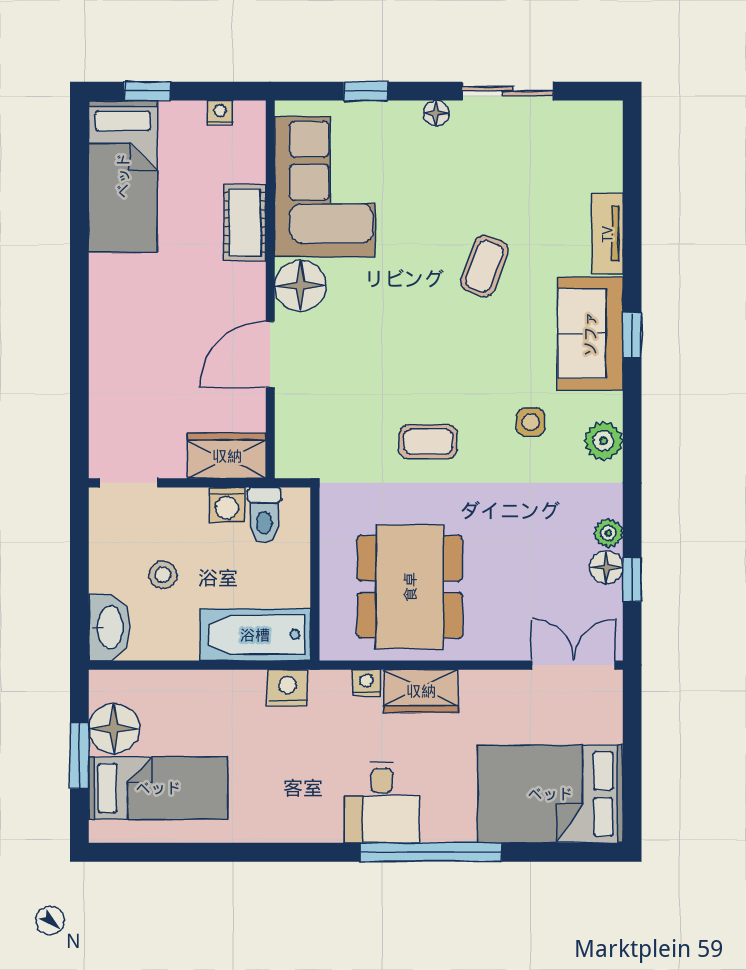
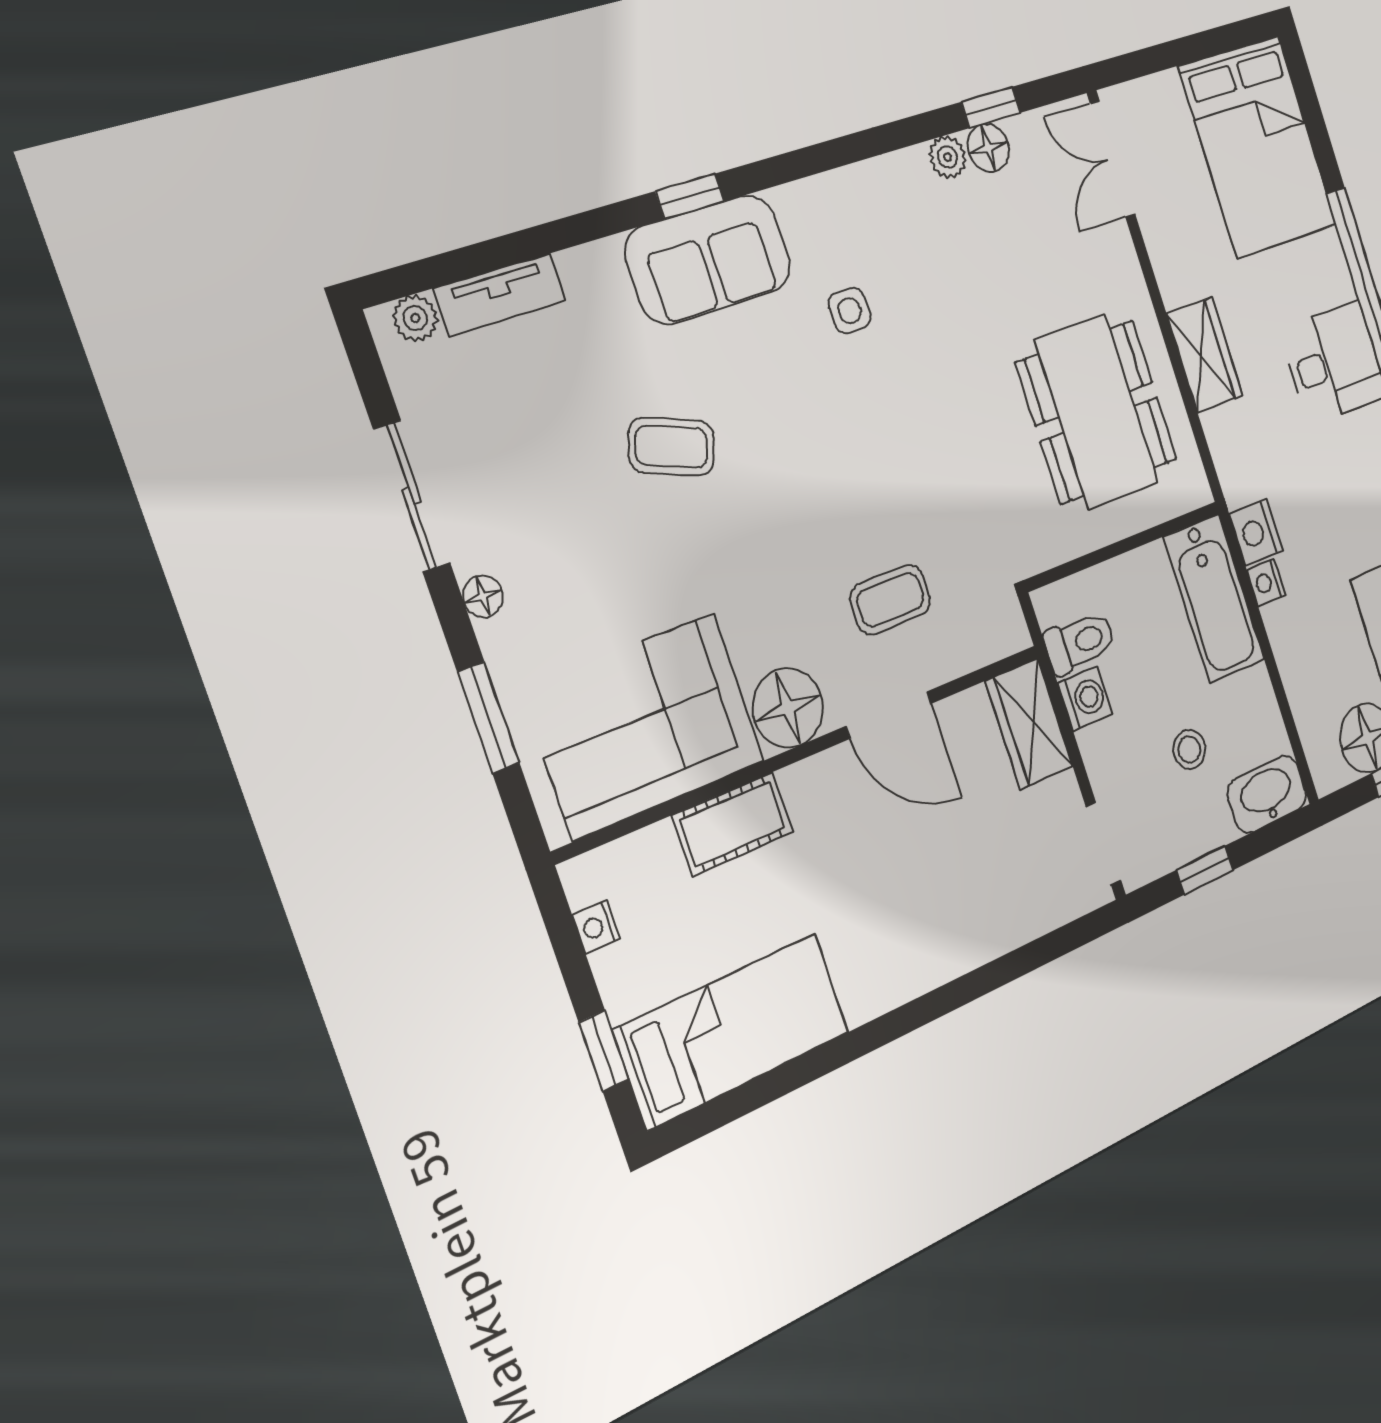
window: (366, 91) -> (488, 717), width x1.50
tv unit: (607, 234) -> (500, 295), moved
plant: (603, 441) -> (415, 318), moved, width x0.73, depth x0.73
coffee table: (428, 442) -> (890, 600), moved, turned 90
window: (79, 556) -> (1205, 870), added
dining table: (410, 587) -> (1097, 412), turned 90
nightstand: (366, 683) -> (1266, 583), moved

